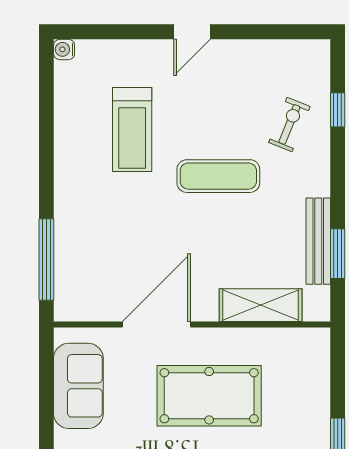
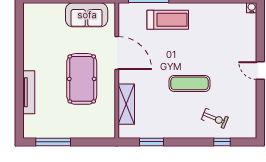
treadmill: (132, 130) -> (168, 20), moved, turned 180
exercise mat: (218, 176) -> (190, 83), turned 90
bench: (318, 241) -> (158, 132), removed

